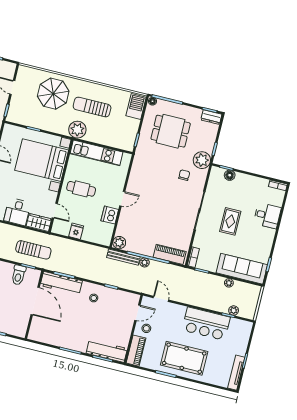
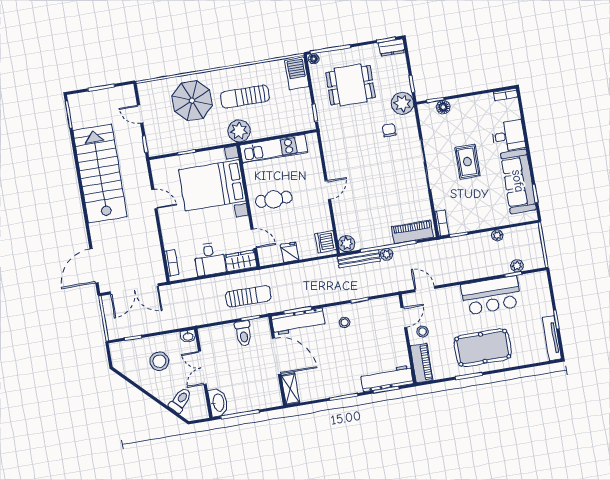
dishwasher: (110, 215) -> (325, 242), moved
sofa: (242, 269) -> (518, 181), moved, turned -90
shelving: (35, 329) -> (290, 389), added

